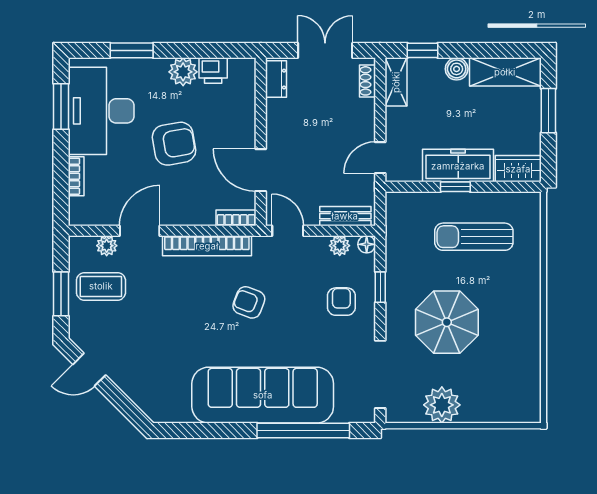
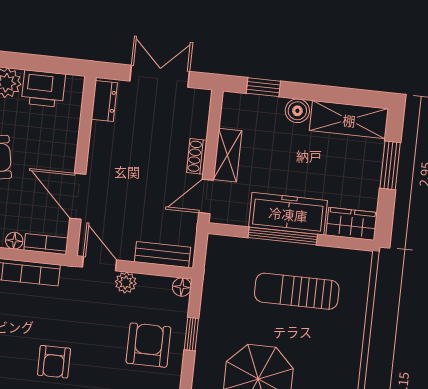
printer: (213, 71) -> (43, 89), width x1.36, depth x1.24
shoe rack: (368, 81) -> (197, 156), moved
shelving: (396, 82) -> (227, 155), moved
window: (455, 187) -> (283, 236), width x2.17
floor lamp: (206, 218) -> (14, 241), added
plant: (340, 246) -> (126, 282), moved
armchair: (249, 302) -> (54, 362), moved, turned -111
armchair: (341, 302) -> (148, 345), width x1.38, depth x1.38

